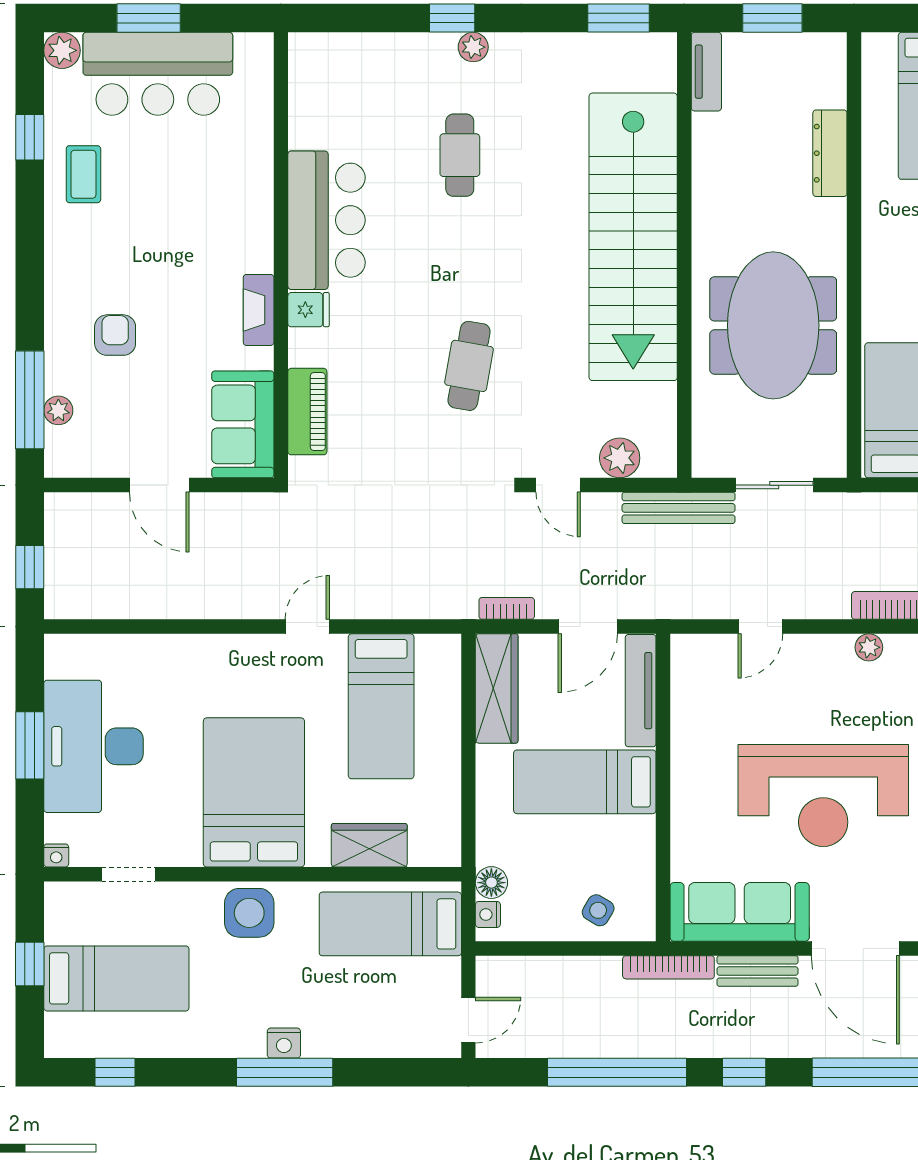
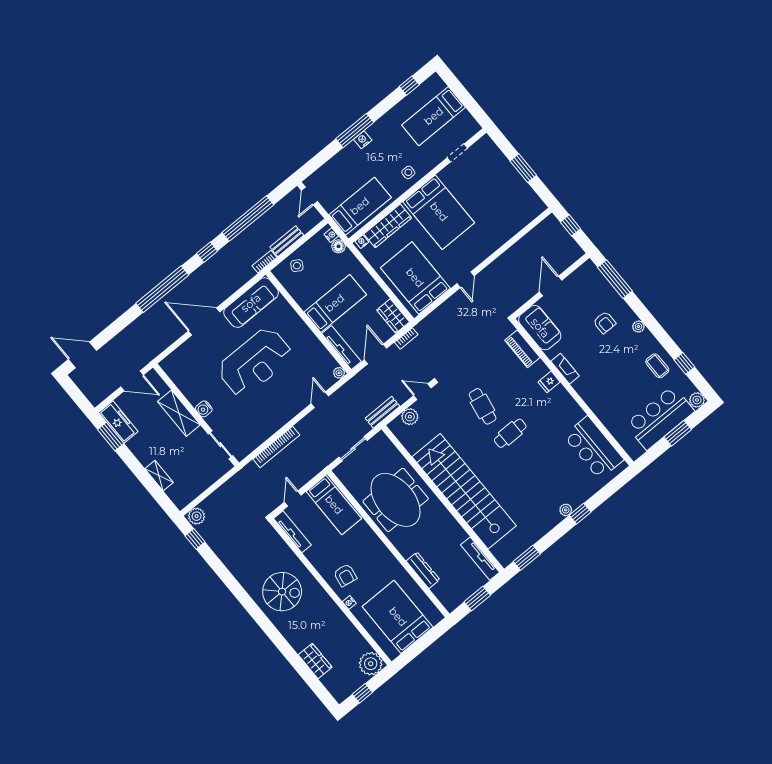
tv unit: (706, 72) -> (480, 559), width x1.41
cafe table: (460, 155) -> (510, 433), moved, turned 90
bar counter: (326, 220) -> (594, 448), moved
plant: (58, 410) -> (638, 327), moved
door: (159, 485) -> (551, 286), hinge flipped
bench: (679, 508) -> (382, 412), width x0.73
plant: (869, 647) -> (339, 373), moved
wardrobe: (497, 688) -> (393, 316), width x0.67
bed: (381, 706) -> (415, 278), width x1.50
desk: (93, 746) -> (502, 185), removed
reception desk: (823, 796) -> (255, 362), turned 180
wardrobe: (369, 845) -> (388, 226), width x1.50
nightstand: (56, 855) -> (362, 242), moved
side table: (249, 913) -> (408, 172), width x0.54, depth x0.54
window: (30, 964) -> (465, 98), removed
bookcase: (668, 967) -> (264, 262), width x0.64
bench: (757, 971) -> (287, 241), moved

